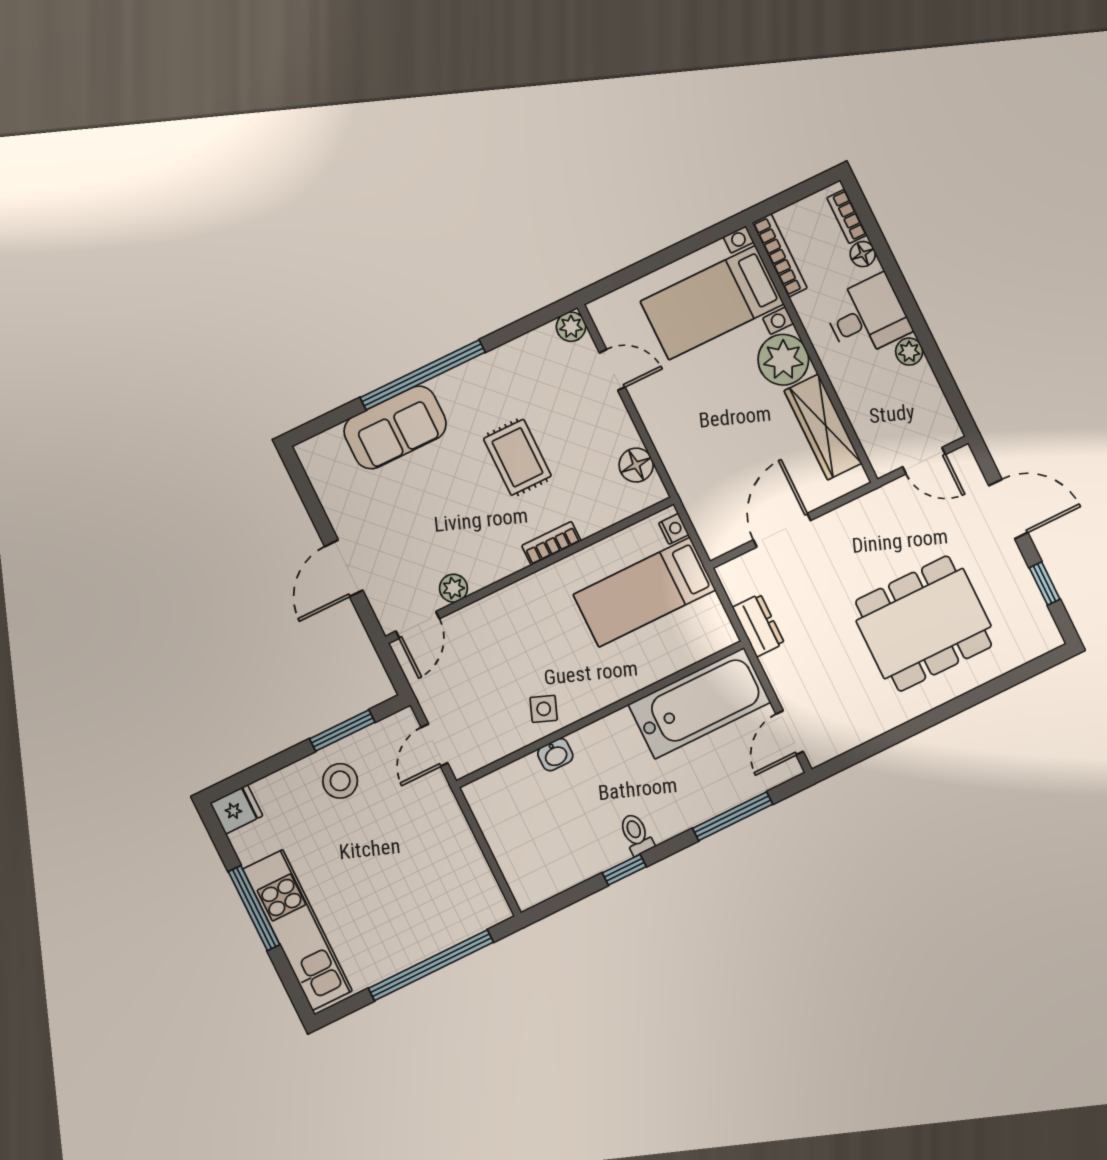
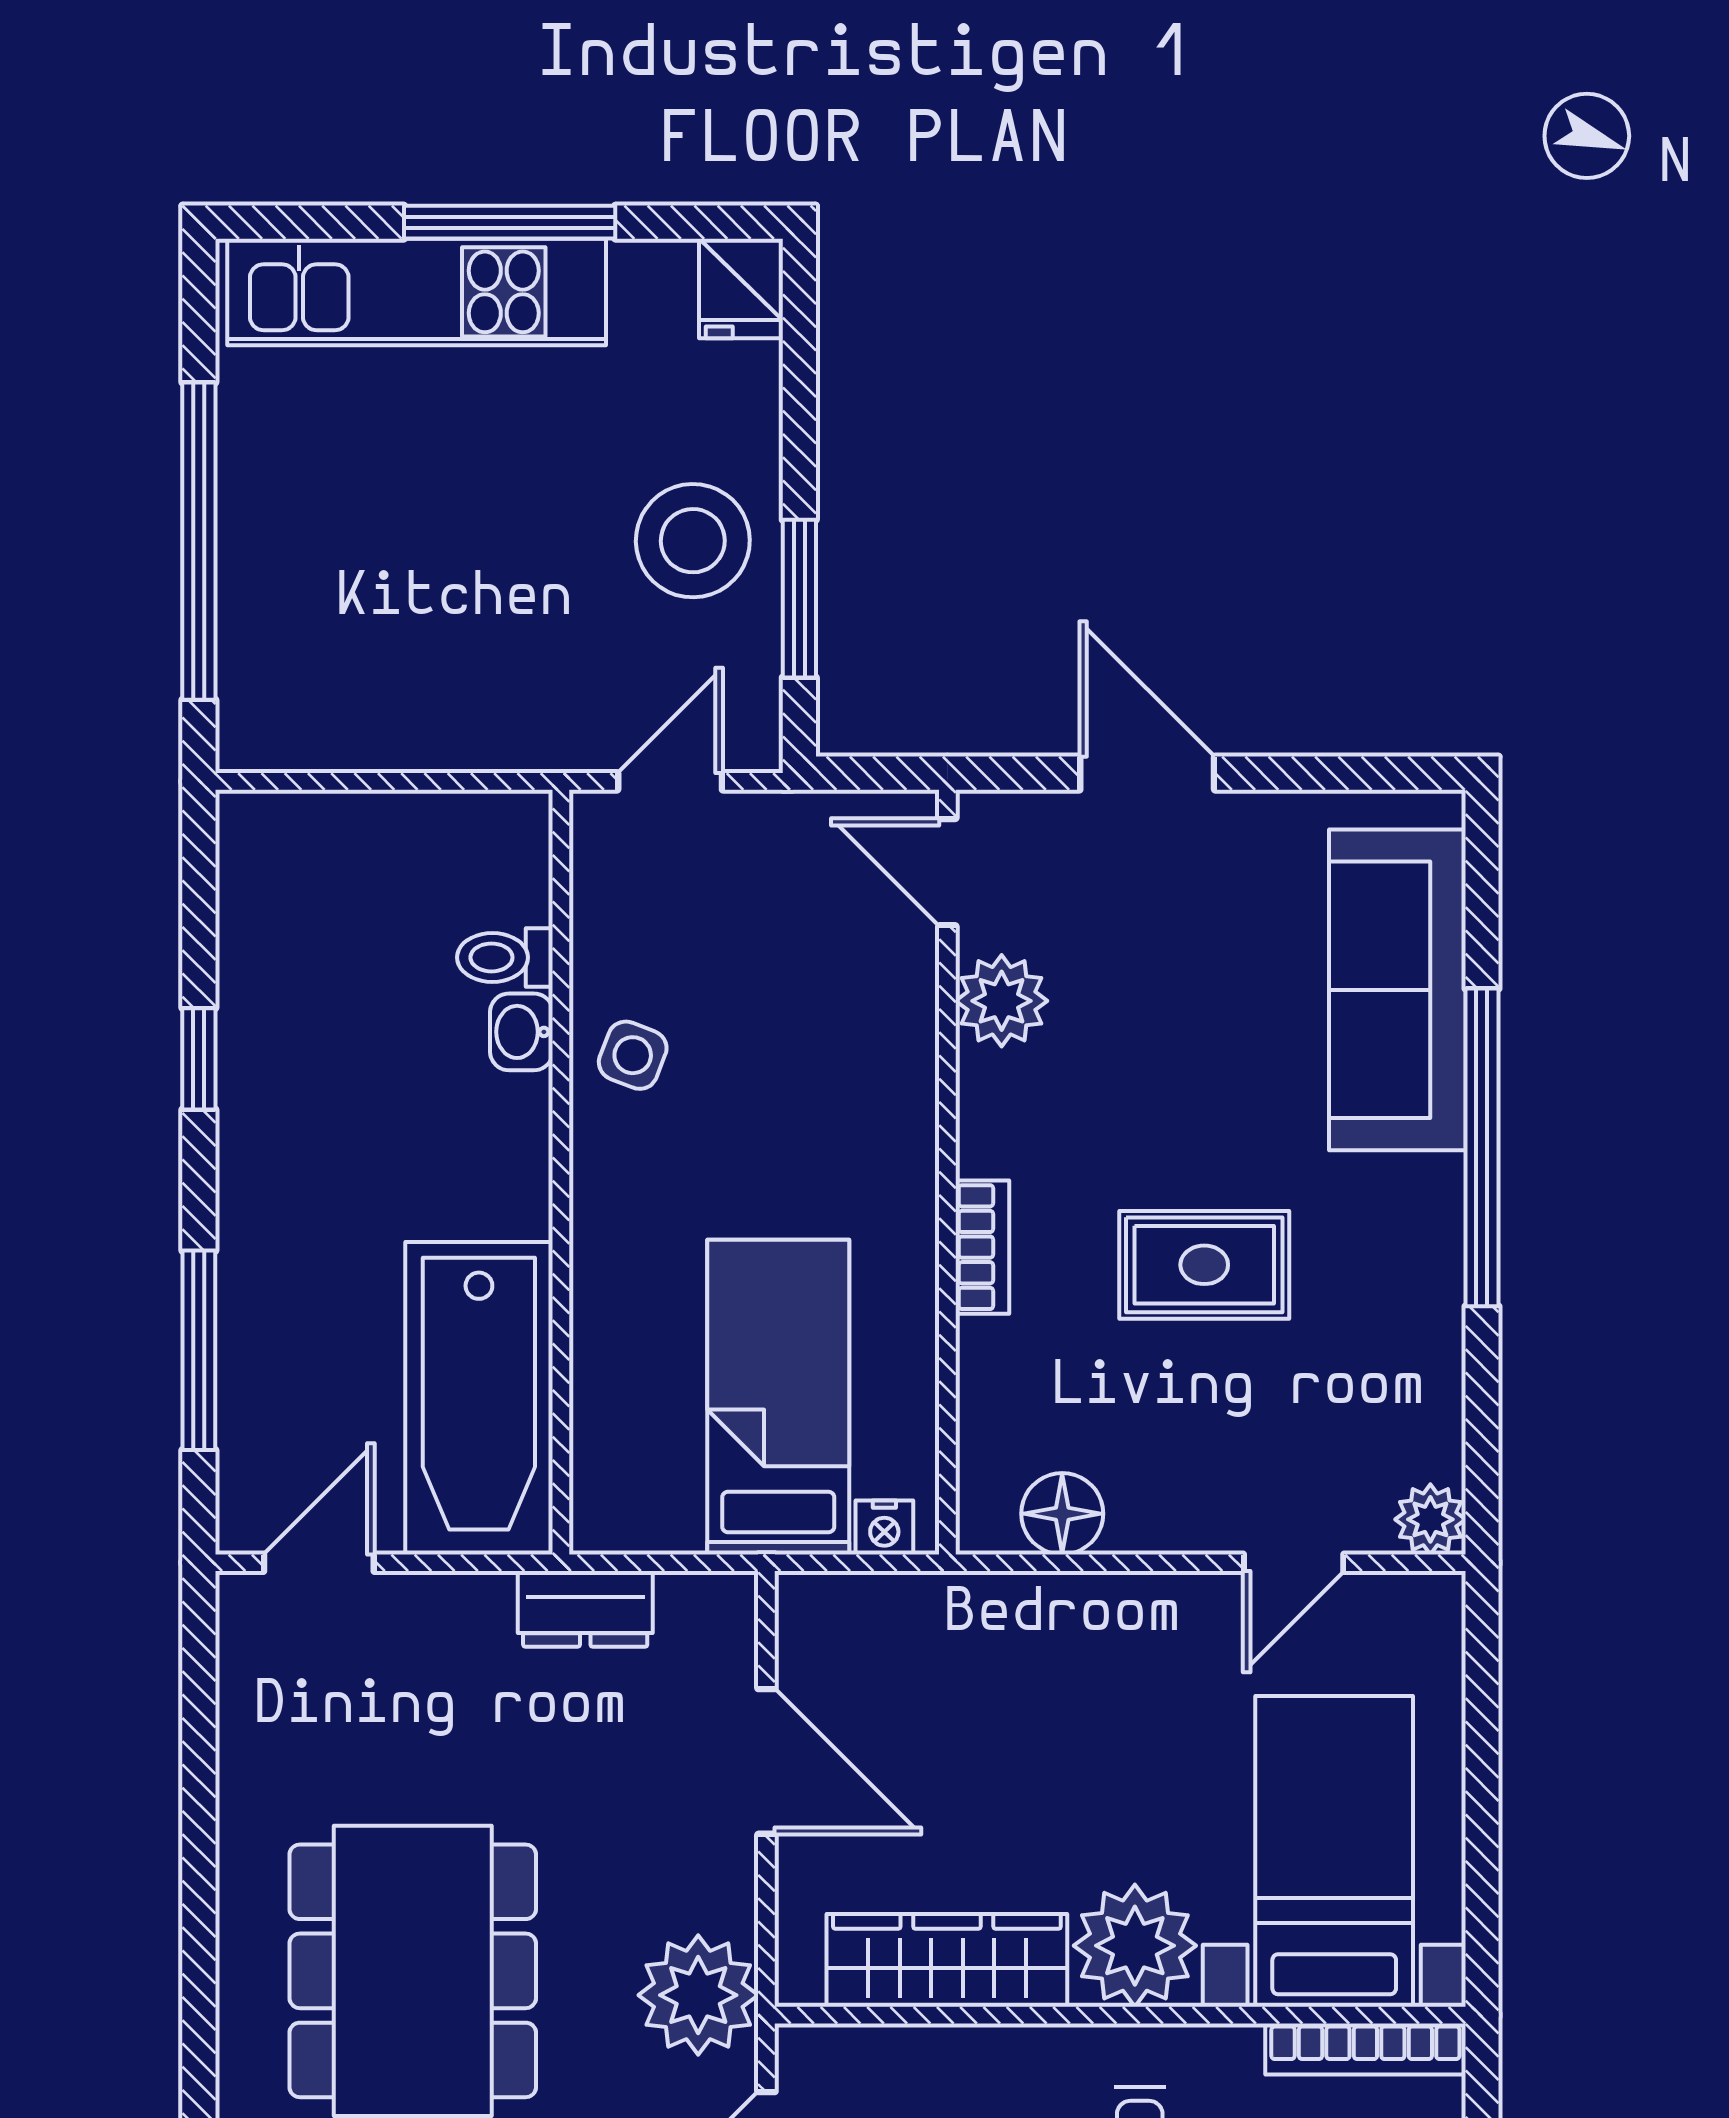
sofa: (395, 427) -> (1397, 990), width x1.36
plant: (881, 513) -> (698, 1995), added
plant: (453, 588) -> (1002, 1001), width x1.38, depth x1.38
door: (790, 733) -> (319, 1563), hinge flipped
door: (435, 745) -> (670, 781), hinge flipped
stool: (340, 781) -> (693, 541), width x1.38, depth x1.38
toilet: (636, 834) -> (505, 957), moved, turned 180

